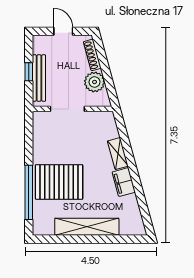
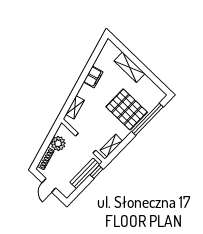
window: (29, 72) -> (96, 172), moved
shelving: (39, 131) -> (111, 146), added
shelving: (118, 154) -> (75, 107), moved
shelving: (87, 227) -> (129, 67), width x0.68

